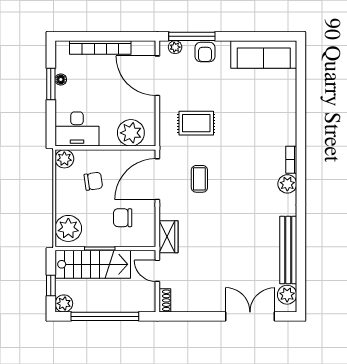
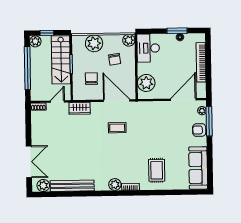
rug: (196, 123) -> (157, 170), moved
plant: (68, 228) -> (94, 43), moved

